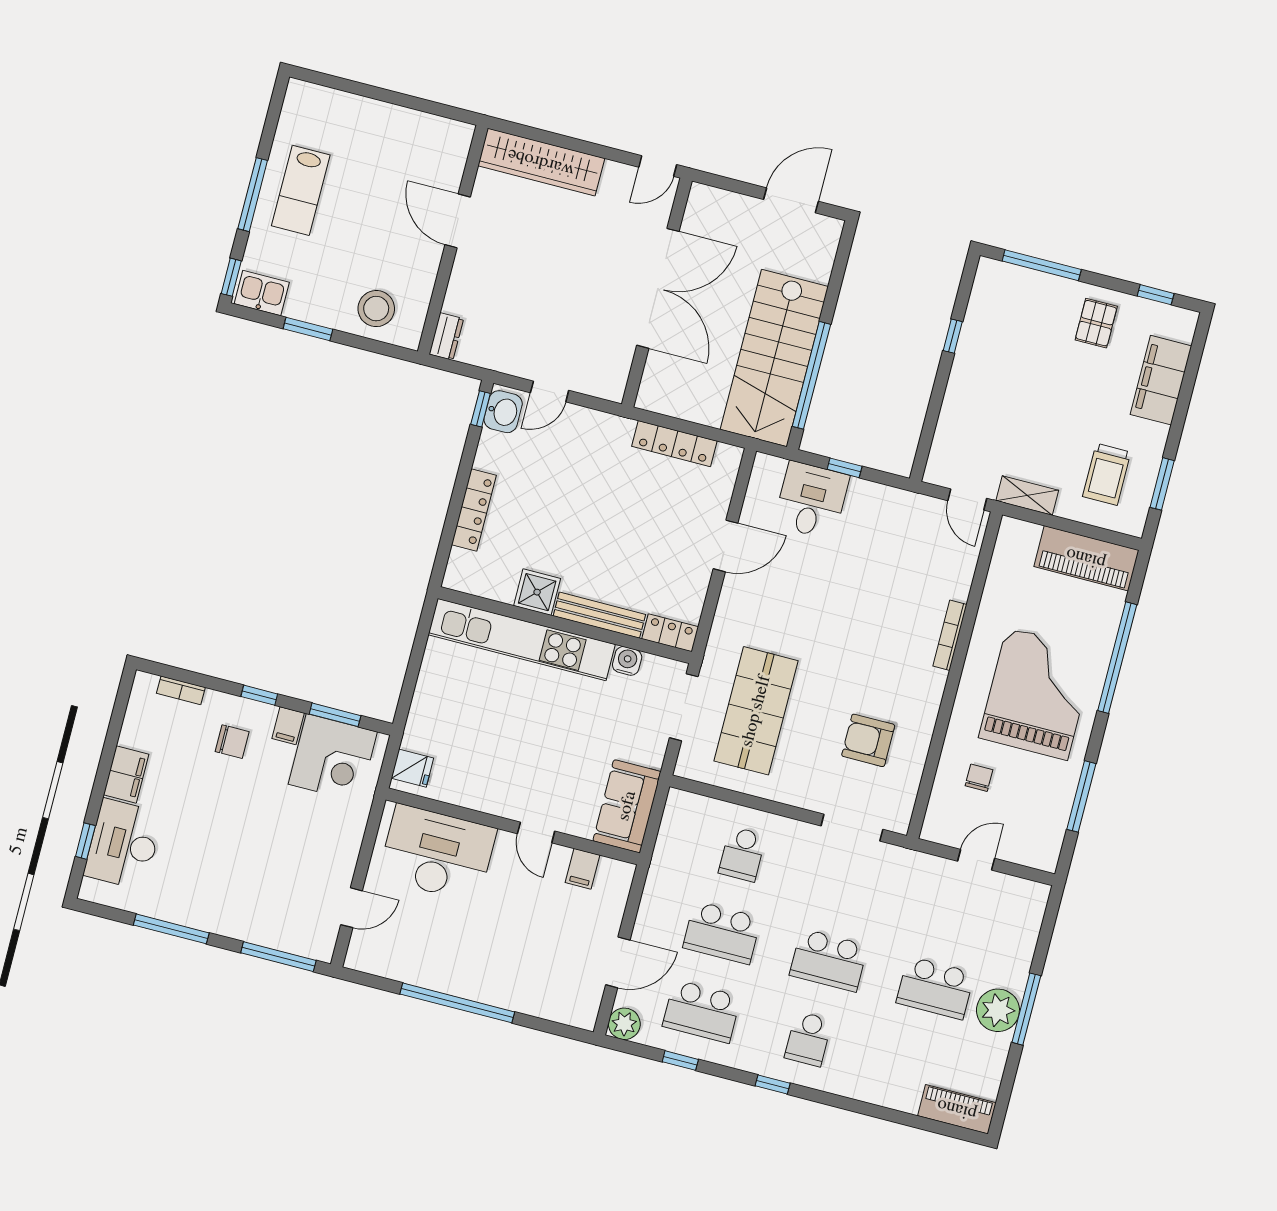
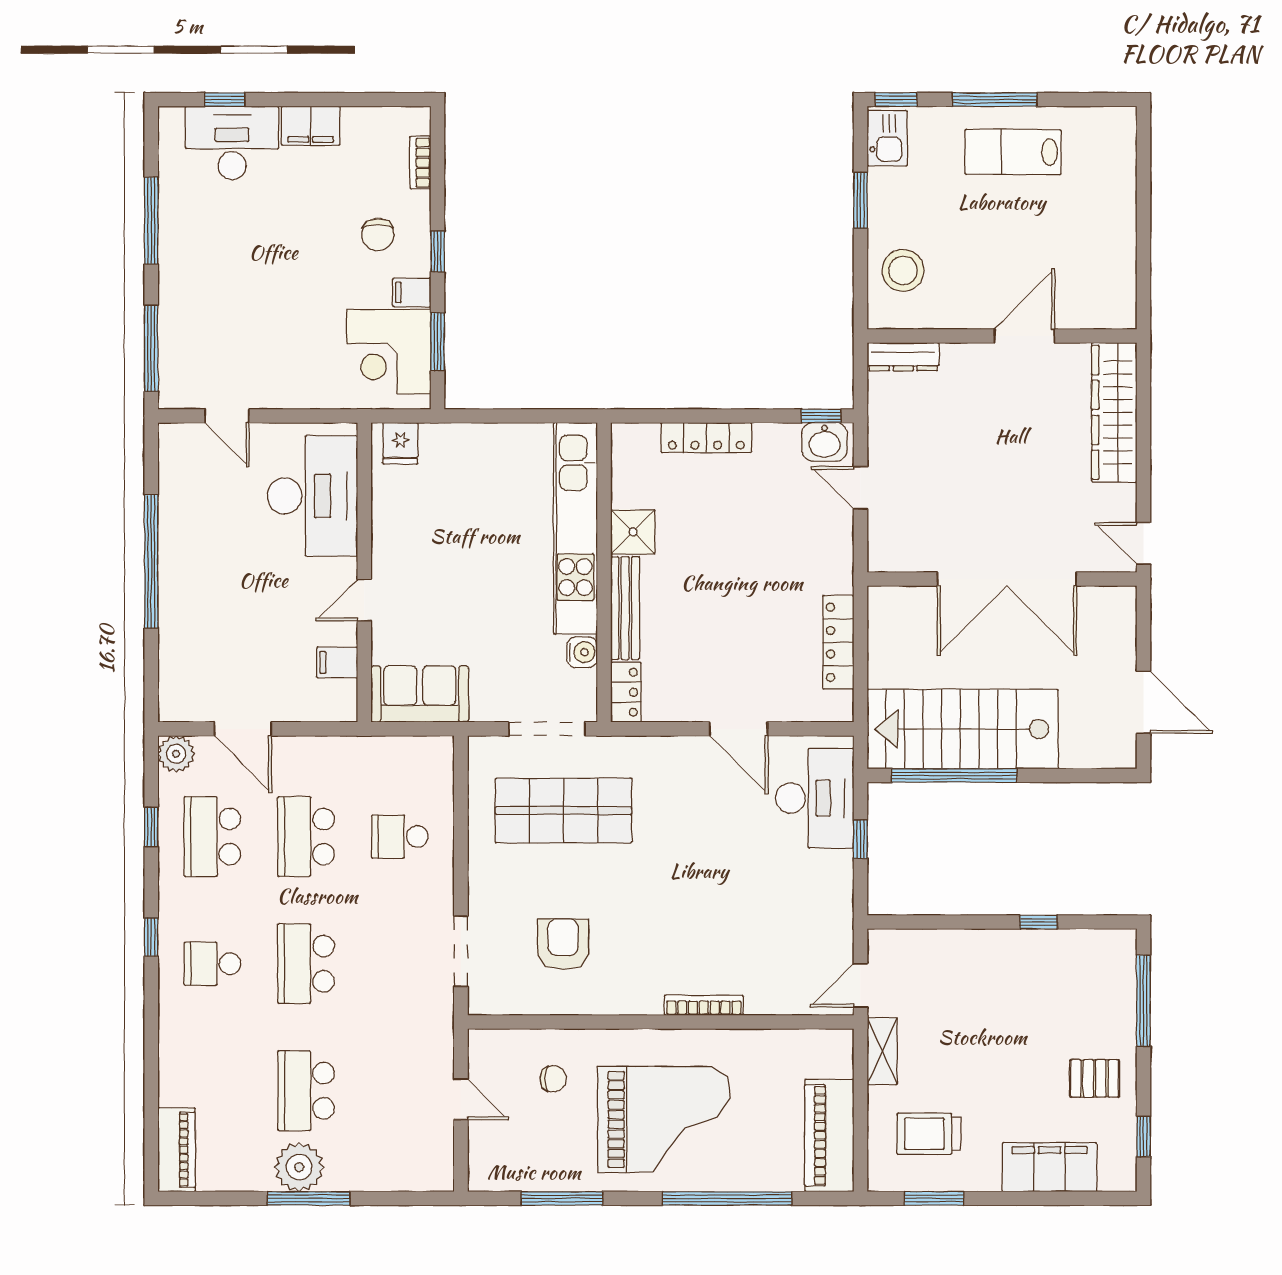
dresser: (446, 336) -> (903, 357), width x1.44
desk: (811, 500) -> (815, 798), width x1.37

